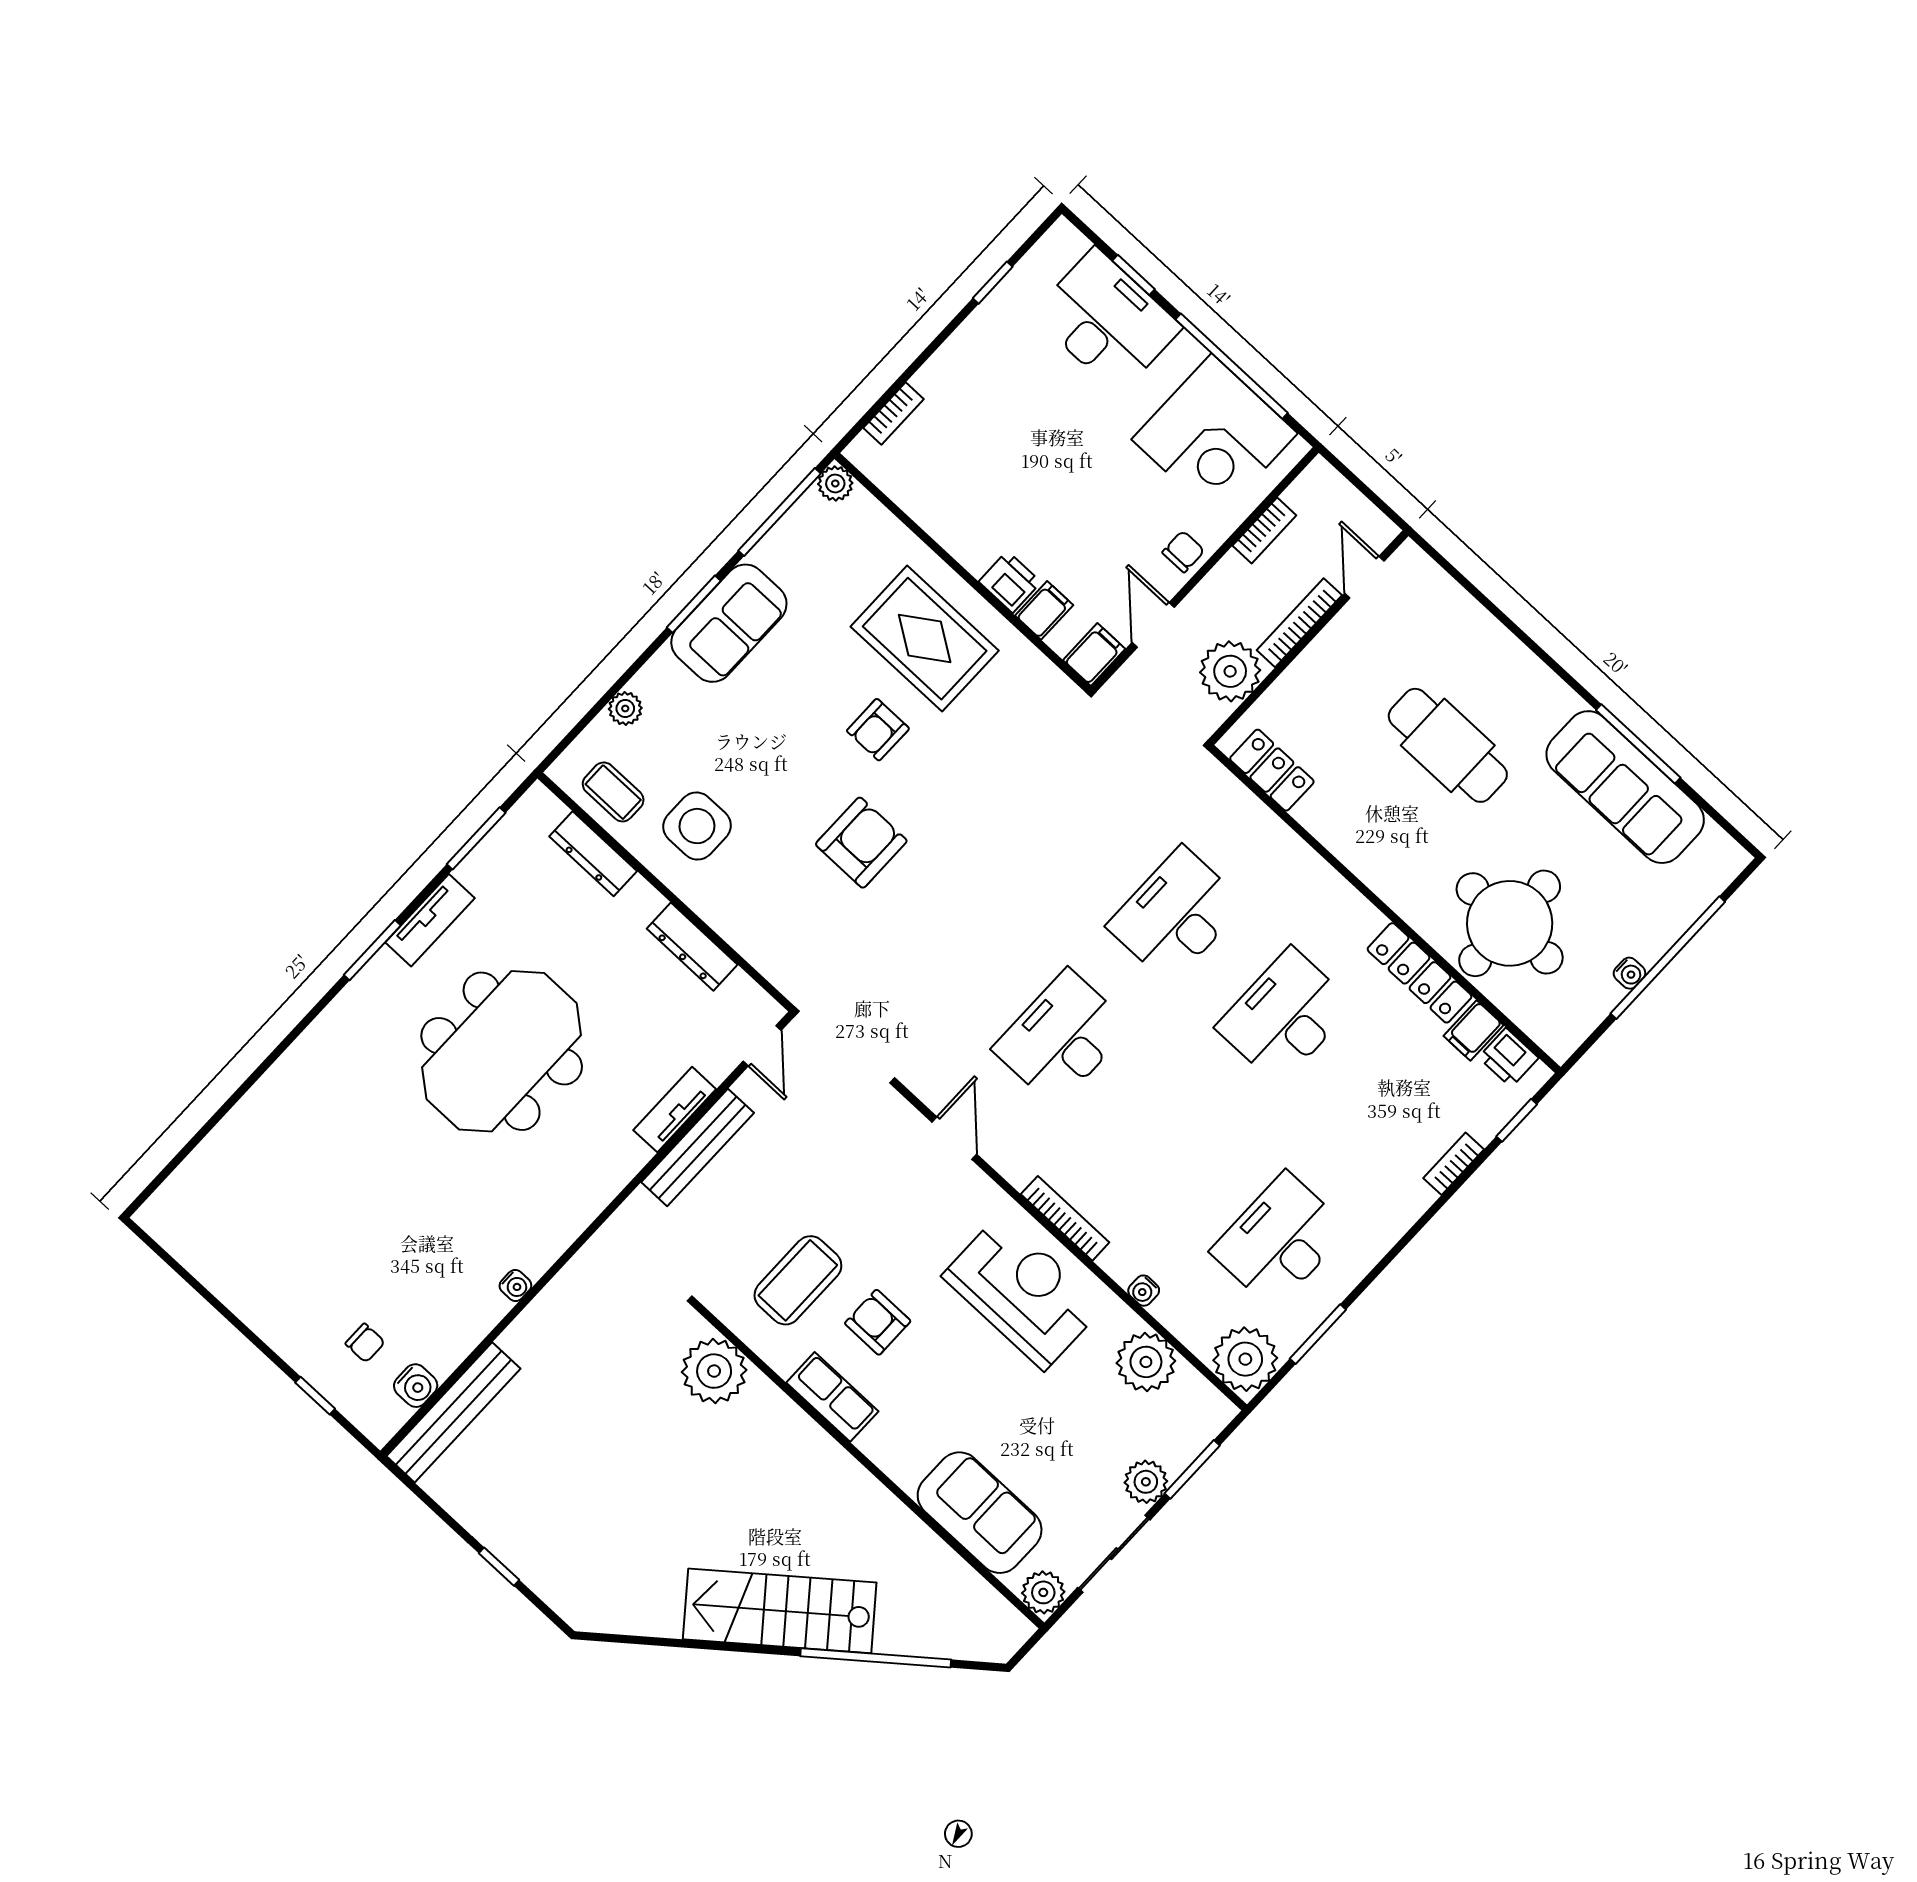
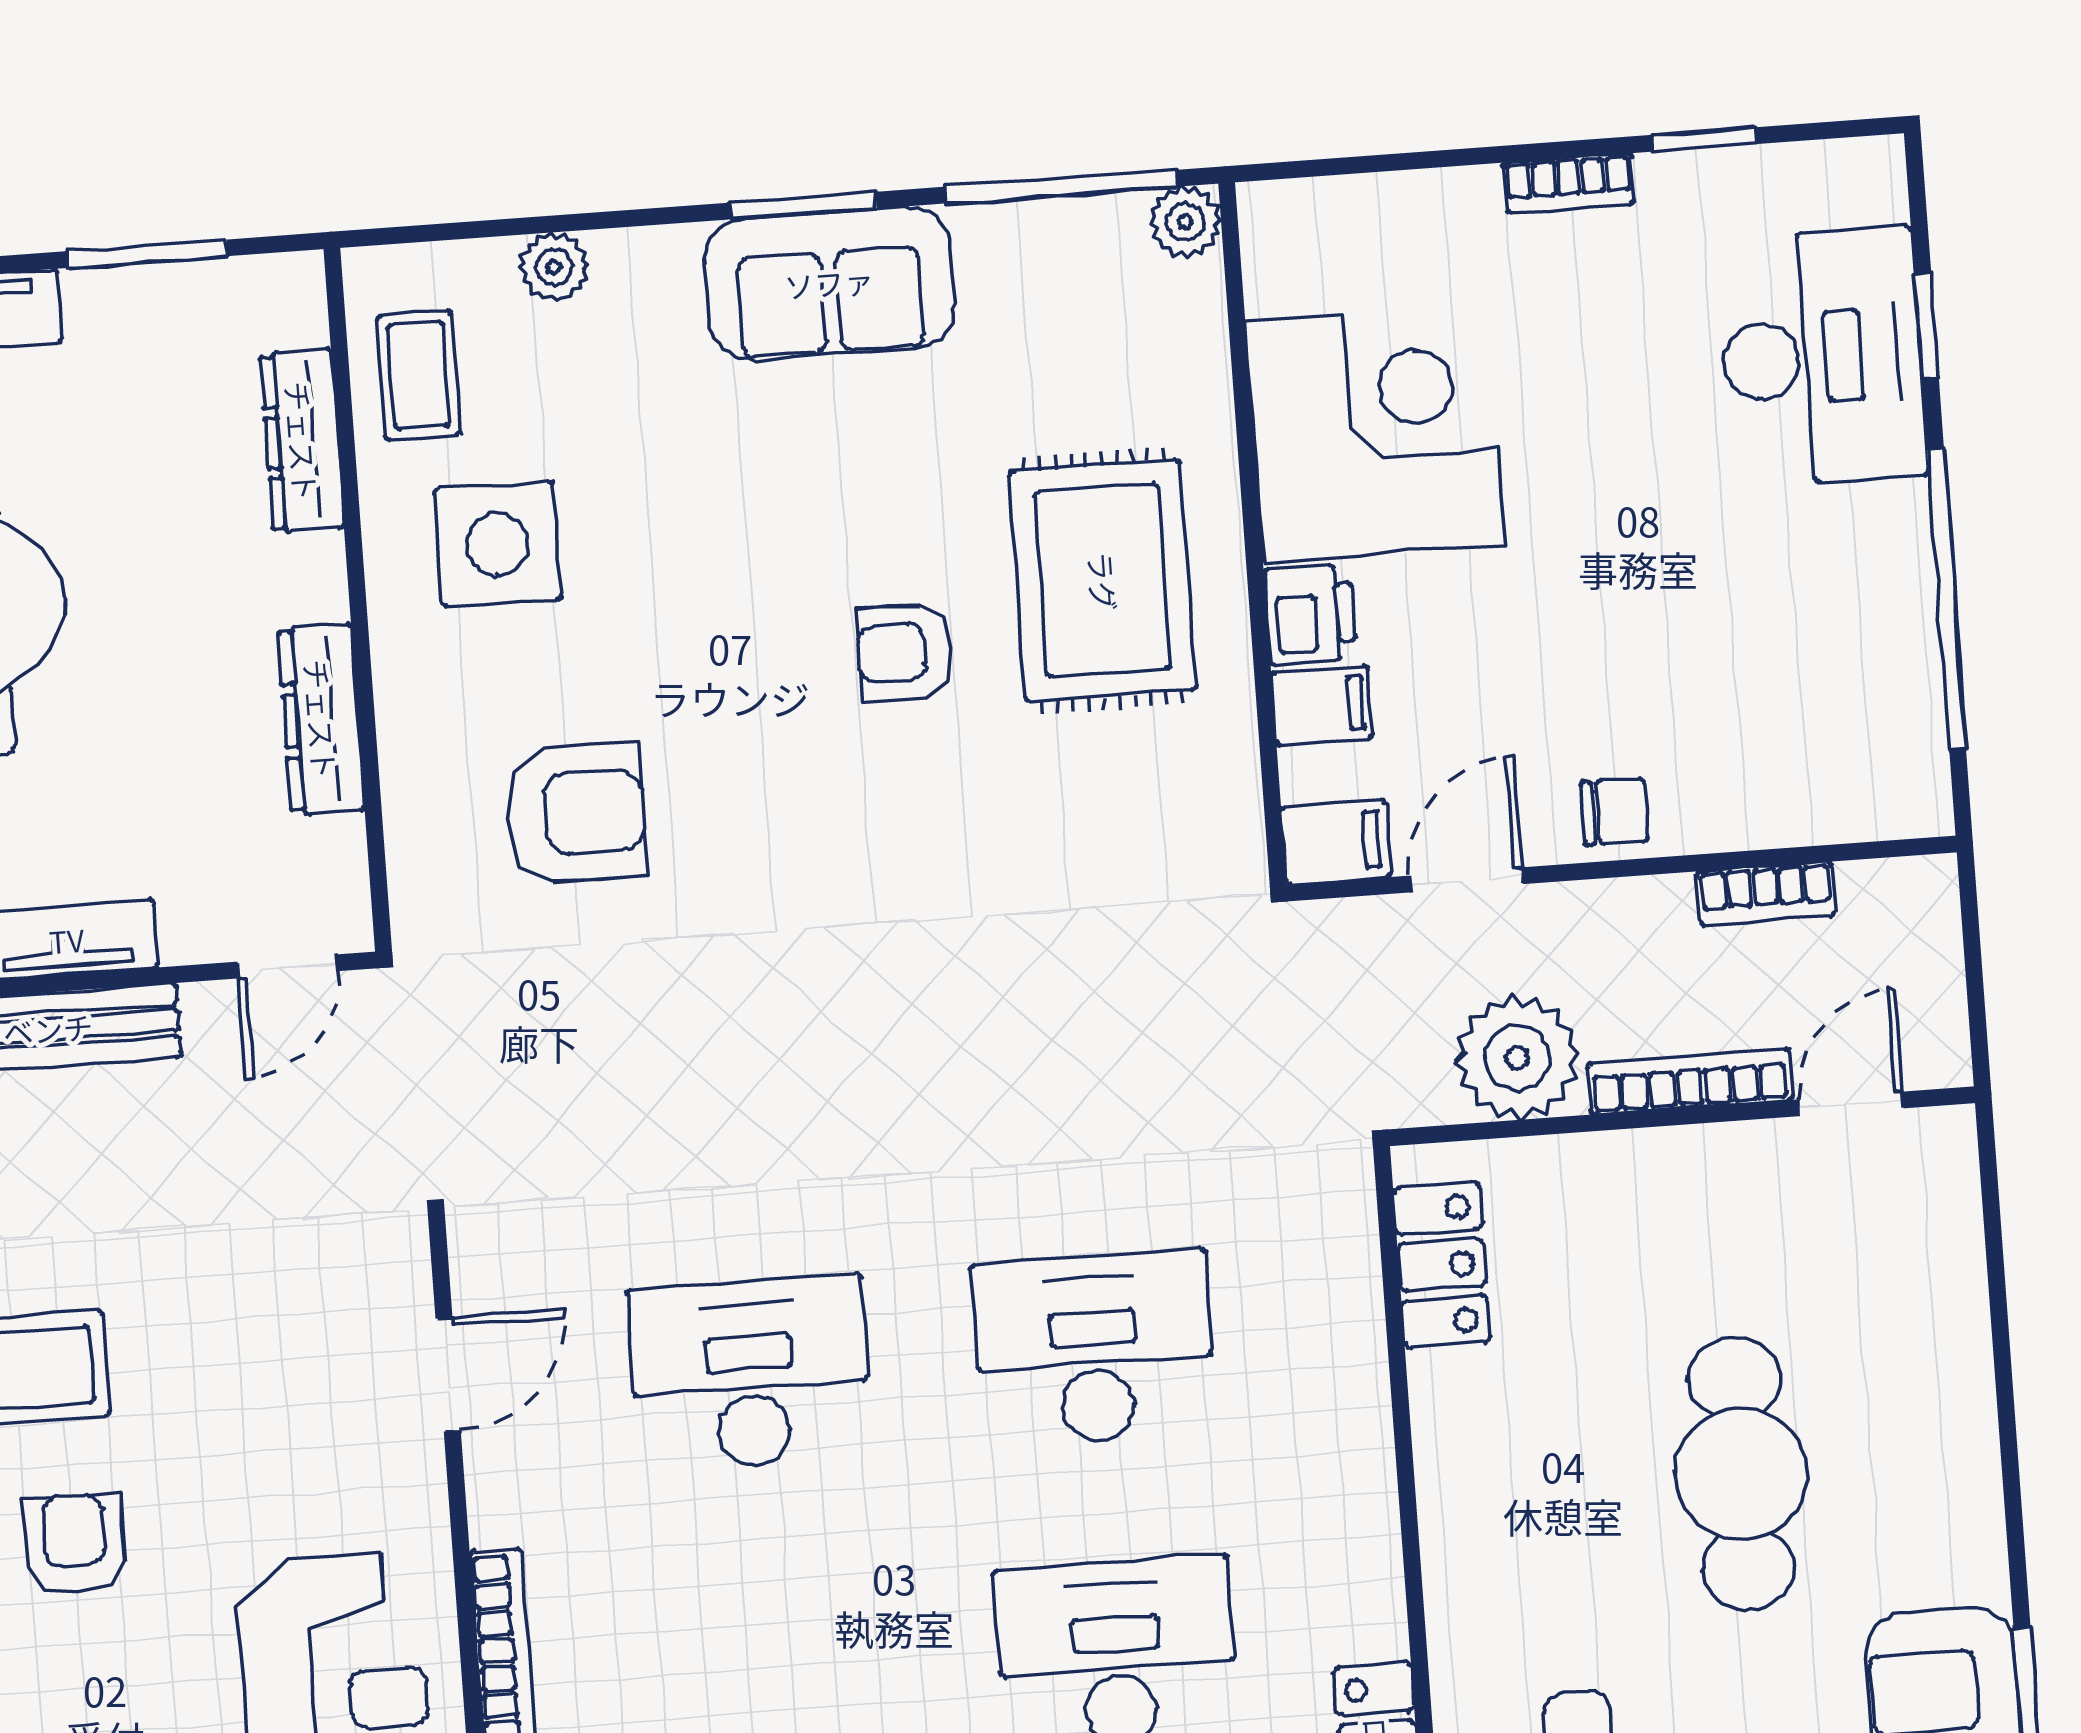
bookcase: (893, 414) -> (1569, 183), moved
corner desk: (1215, 436) -> (1375, 433), moved, turned 180
armchair: (861, 843) -> (575, 813), moved

